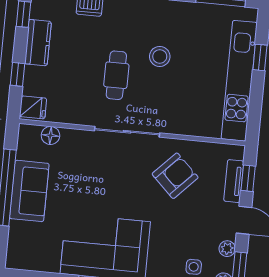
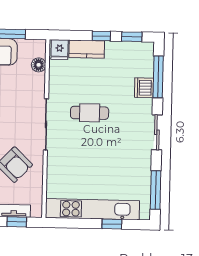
kitchen counter: (38, 43) -> (87, 49), moved
stool: (160, 56) -> (107, 146), removed
window: (18, 74) -> (101, 36), moved

